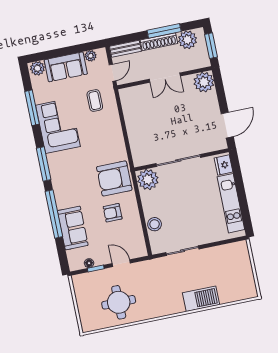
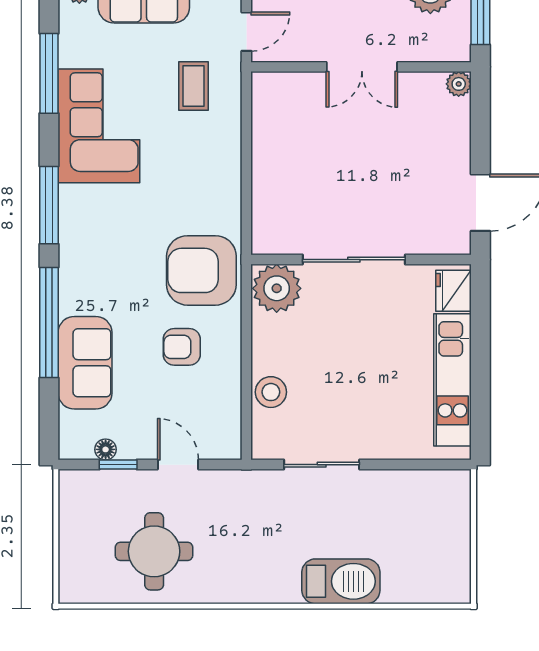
plant: (204, 82) -> (459, 84), width x0.53, depth x0.53

